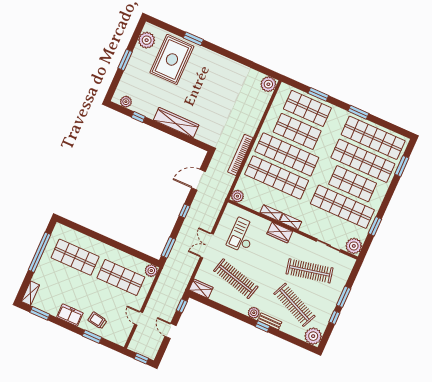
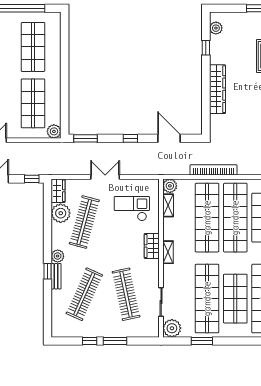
shelving: (271, 213) -> (168, 205), moved
plant: (313, 336) -> (61, 213), moved

